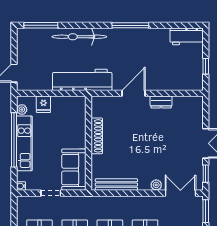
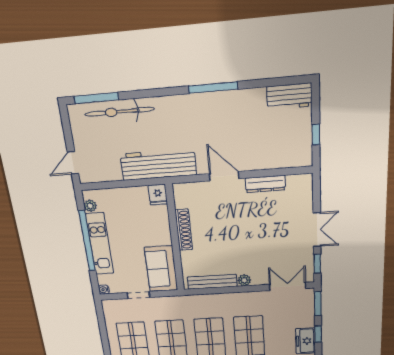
bicycle: (79, 37) -> (119, 112), moved
door: (134, 93) -> (224, 176), hinge flipped
dresser: (161, 102) -> (265, 184), width x1.44
fridge: (43, 104) -> (158, 195), moved
plant: (156, 185) -> (244, 280), moved

